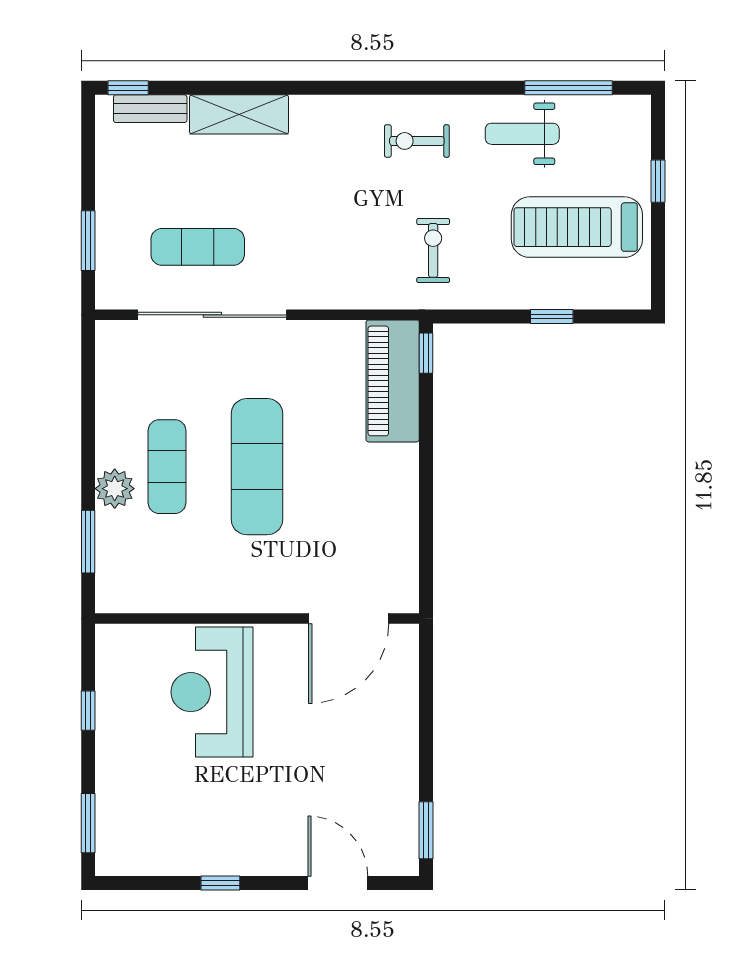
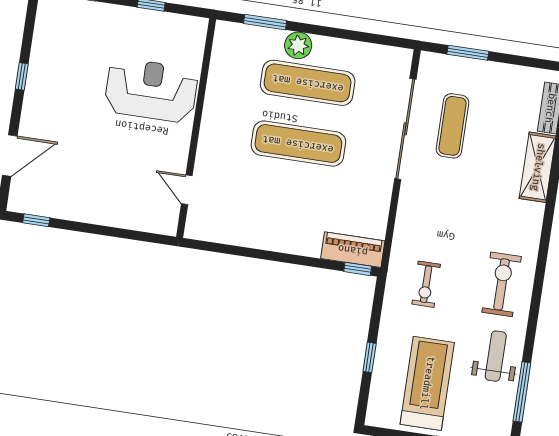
exercise bike: (417, 141) -> (502, 284), width x1.38, depth x1.39
exercise bike: (433, 250) -> (426, 284), turned 90
piano: (393, 381) -> (353, 250), width x0.73, depth x0.75
exercise mat: (167, 467) -> (308, 83), width x1.36, depth x1.45
door: (349, 618) -> (187, 190), width x0.53
window: (426, 830) -> (36, 220), width x0.67

